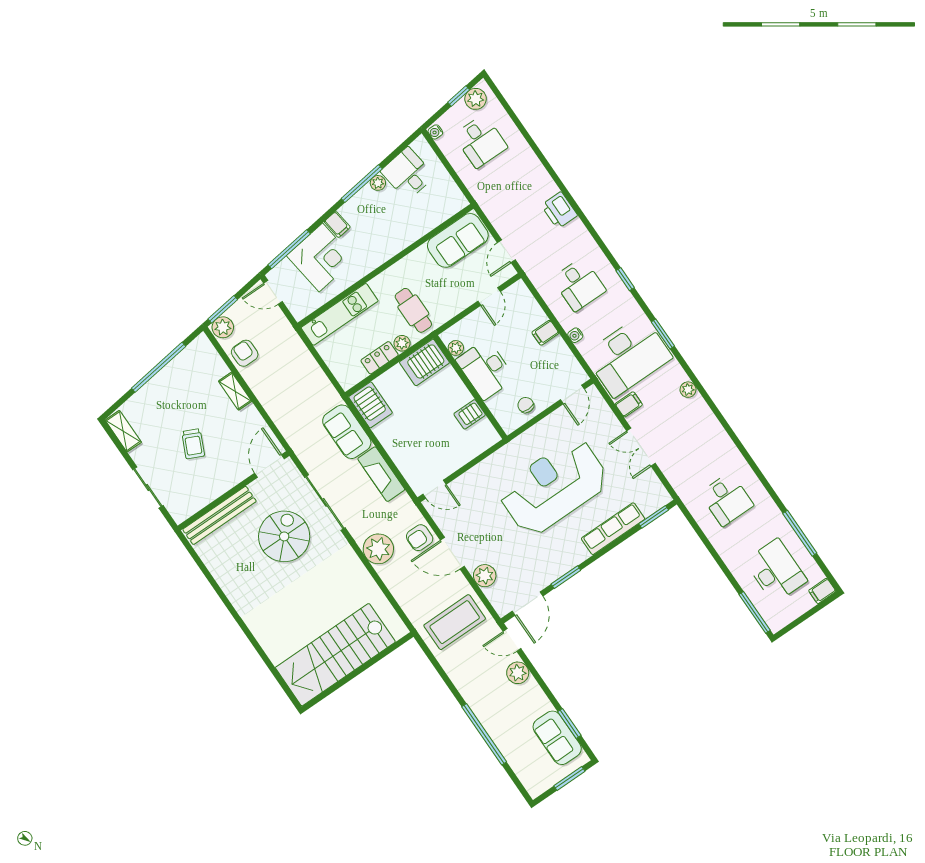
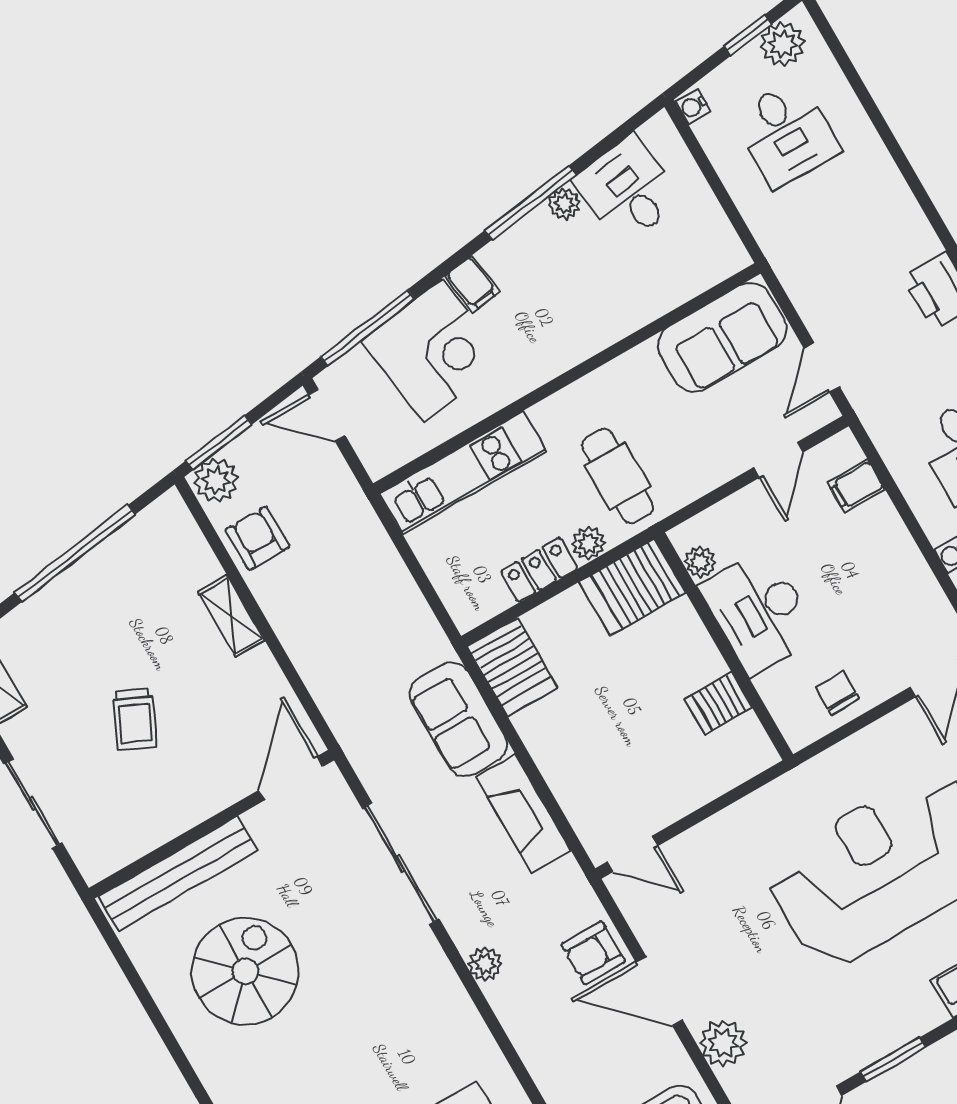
filing cabinet: (545, 333) -> (856, 486), moved
spiral stairs: (284, 536) -> (245, 971), moved
plant: (378, 549) -> (485, 964), width x0.53, depth x0.53

